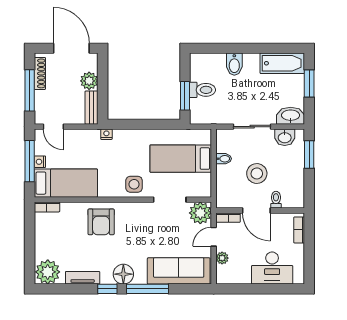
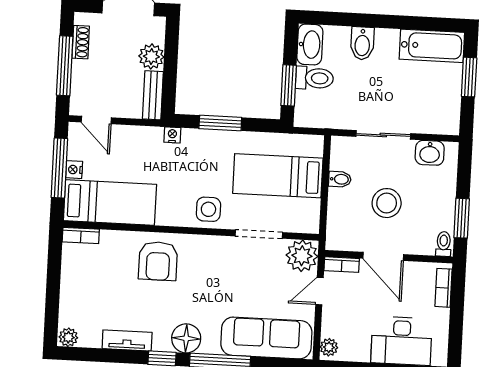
shoe rack: (40, 73) -> (81, 42), width x0.70
washbasin: (291, 116) -> (310, 44), moved, turned 90
window: (139, 124) -> (220, 123), added
window: (309, 155) -> (462, 218), moved
toilet: (276, 200) -> (444, 244), moved
plant: (222, 258) -> (329, 347), moved
plant: (48, 272) -> (68, 337), width x0.53, depth x0.53

